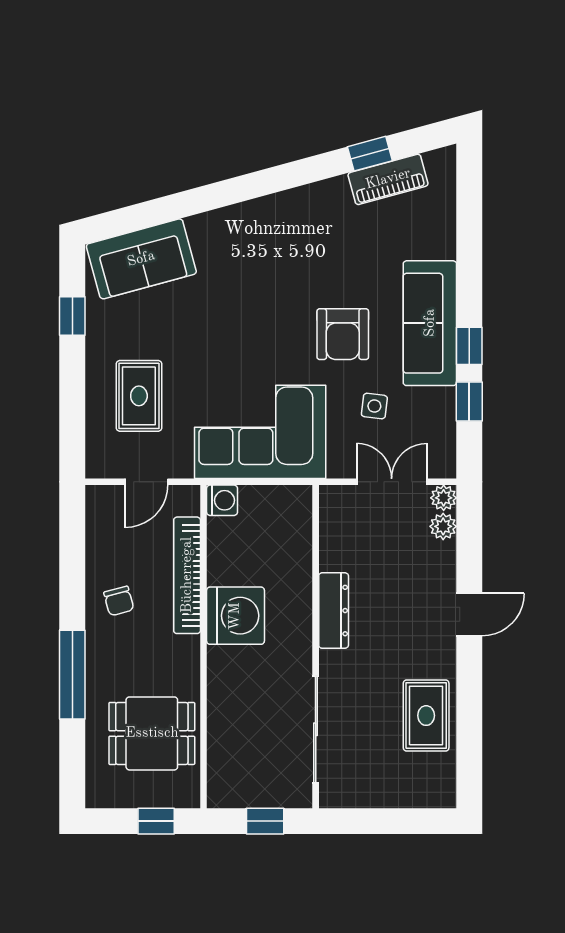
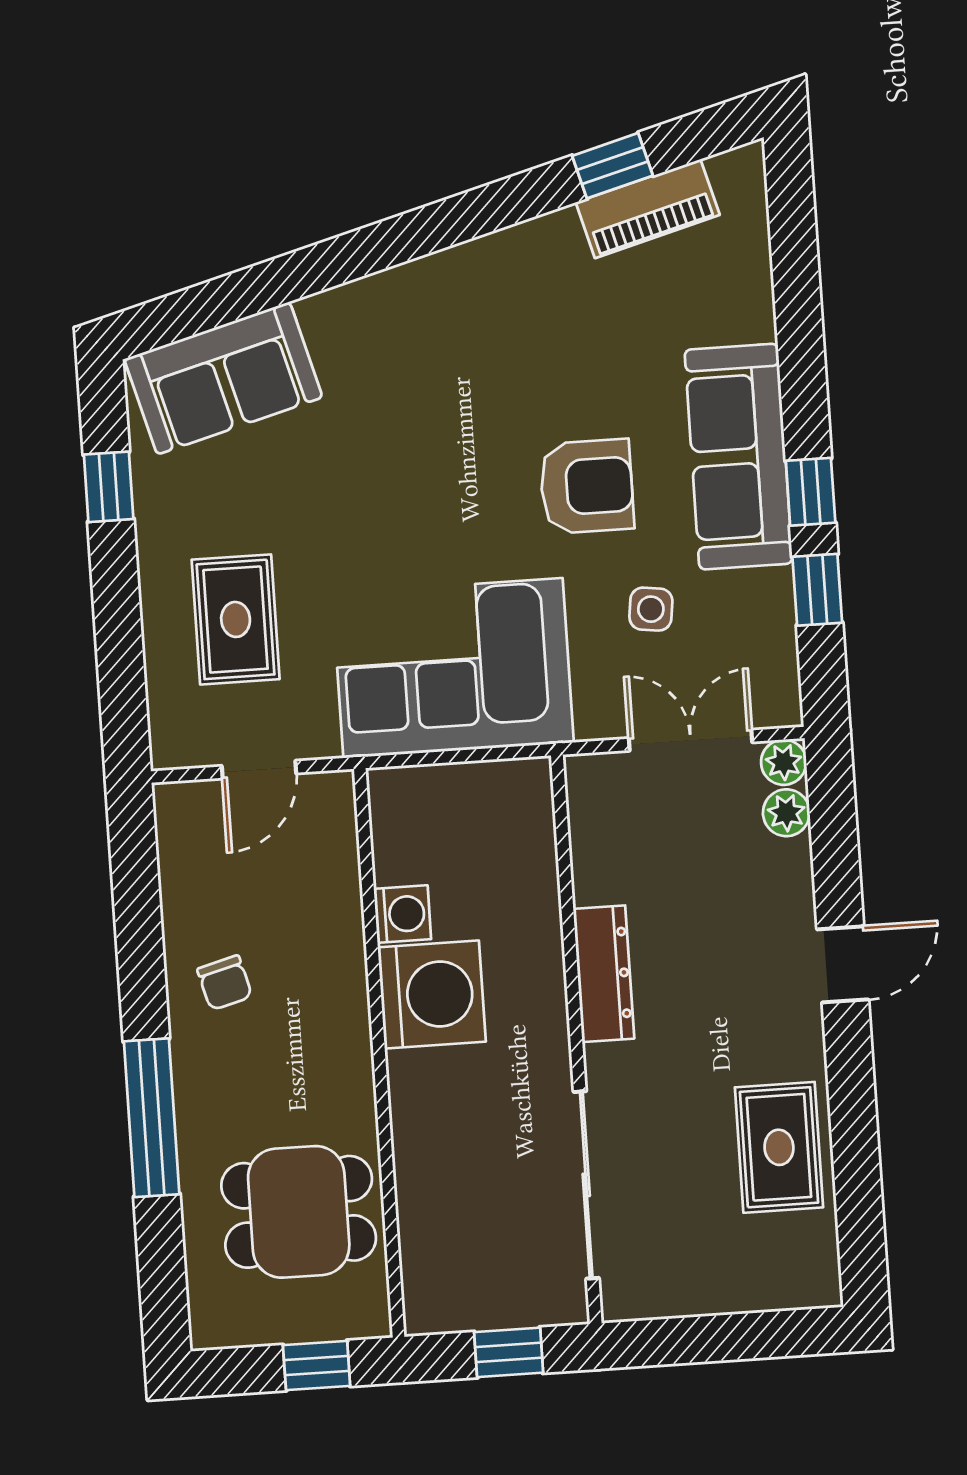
armchair: (343, 334) -> (587, 486), turned -90
washing machine: (222, 500) -> (402, 914), moved
bookcase: (187, 575) -> (342, 929), removed

